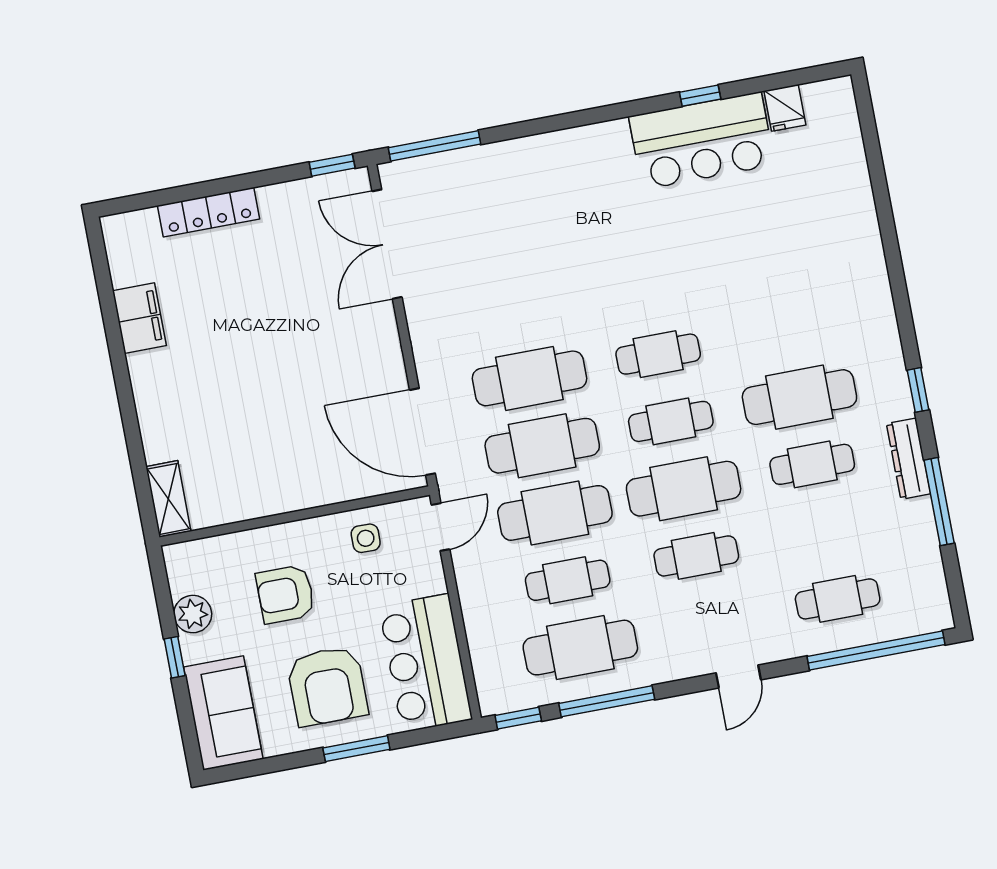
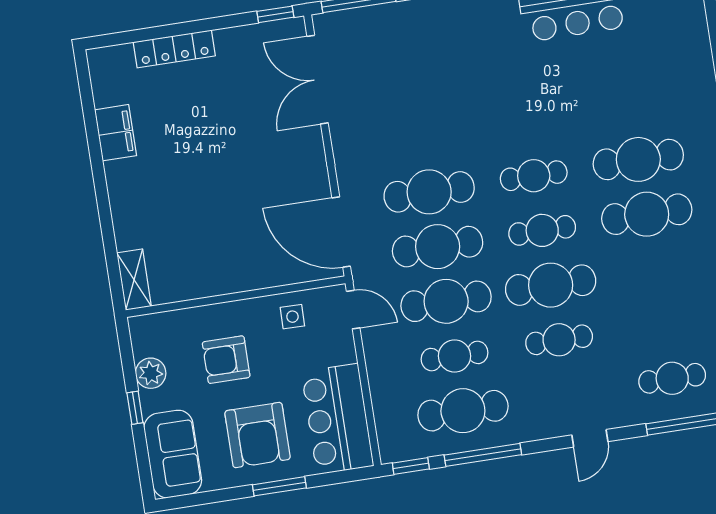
cafe table: (812, 464) -> (638, 159), moved, width x1.37, depth x1.35
door: (440, 527) -> (353, 310), hinge flipped

